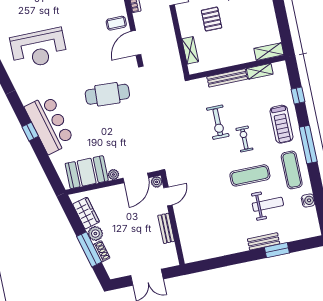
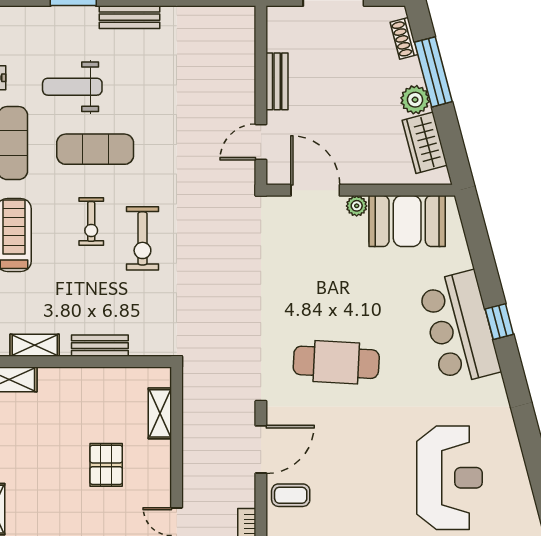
reception desk: (39, 48) -> (450, 478), turned 90
bench: (227, 78) -> (100, 346), width x0.73
exercise bike: (218, 122) -> (142, 238), moved, turned 180
door: (136, 178) -> (315, 190), hinge flipped
plant: (157, 182) -> (277, 174), removed
bench: (264, 241) -> (130, 17), moved
shoe rack: (101, 251) -> (404, 38), moved

